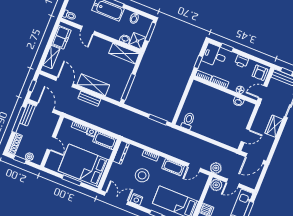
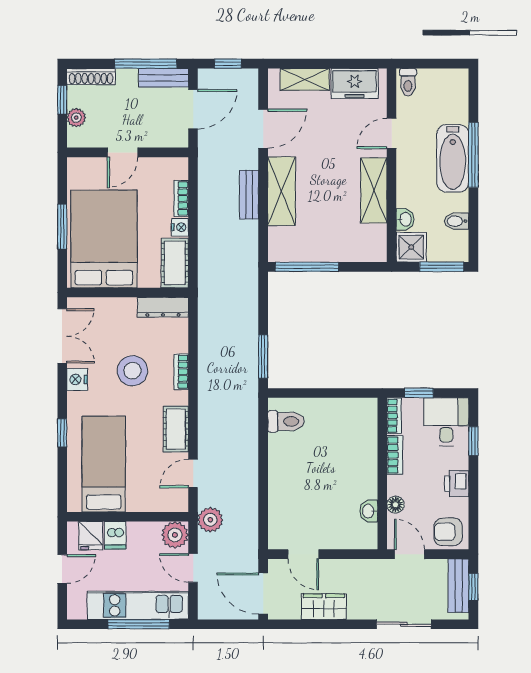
shelving: (124, 53) -> (374, 190), moved
wardrobe: (274, 126) -> (324, 607), moved
door: (194, 167) -> (193, 474), hinge flipped

